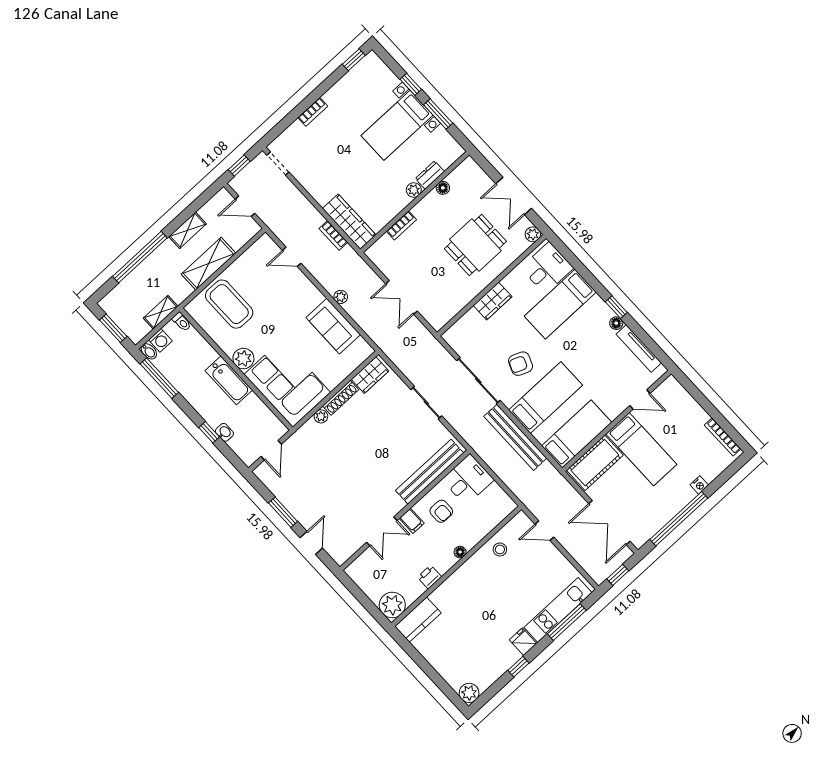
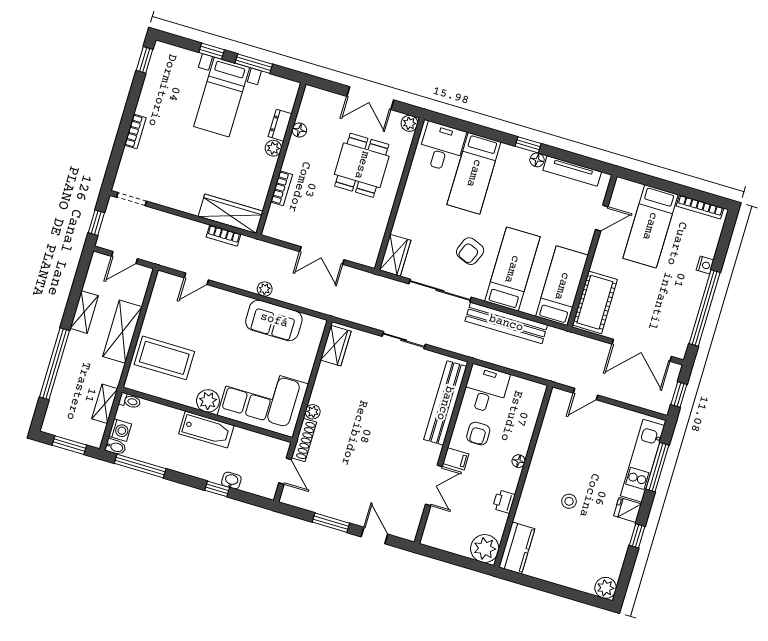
wardrobe: (493, 301) -> (395, 255), moved
shoe rack: (341, 398) -> (304, 440), moved
bed: (641, 449) -> (650, 226), moved, turned 90
armchair: (441, 511) -> (478, 433), turned 90
stool: (500, 549) -> (569, 501), moved

